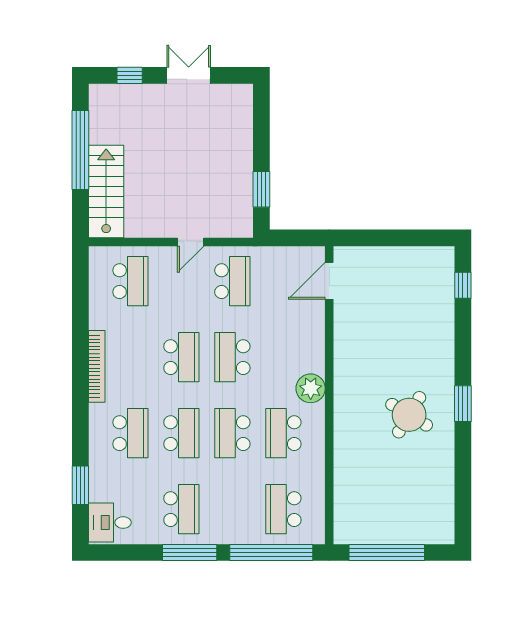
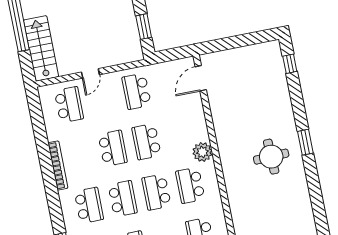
door: (191, 242) -> (90, 73), moved
school desk: (232, 281) -> (137, 91), turned 180
round table: (409, 415) -> (271, 157), turned -33

